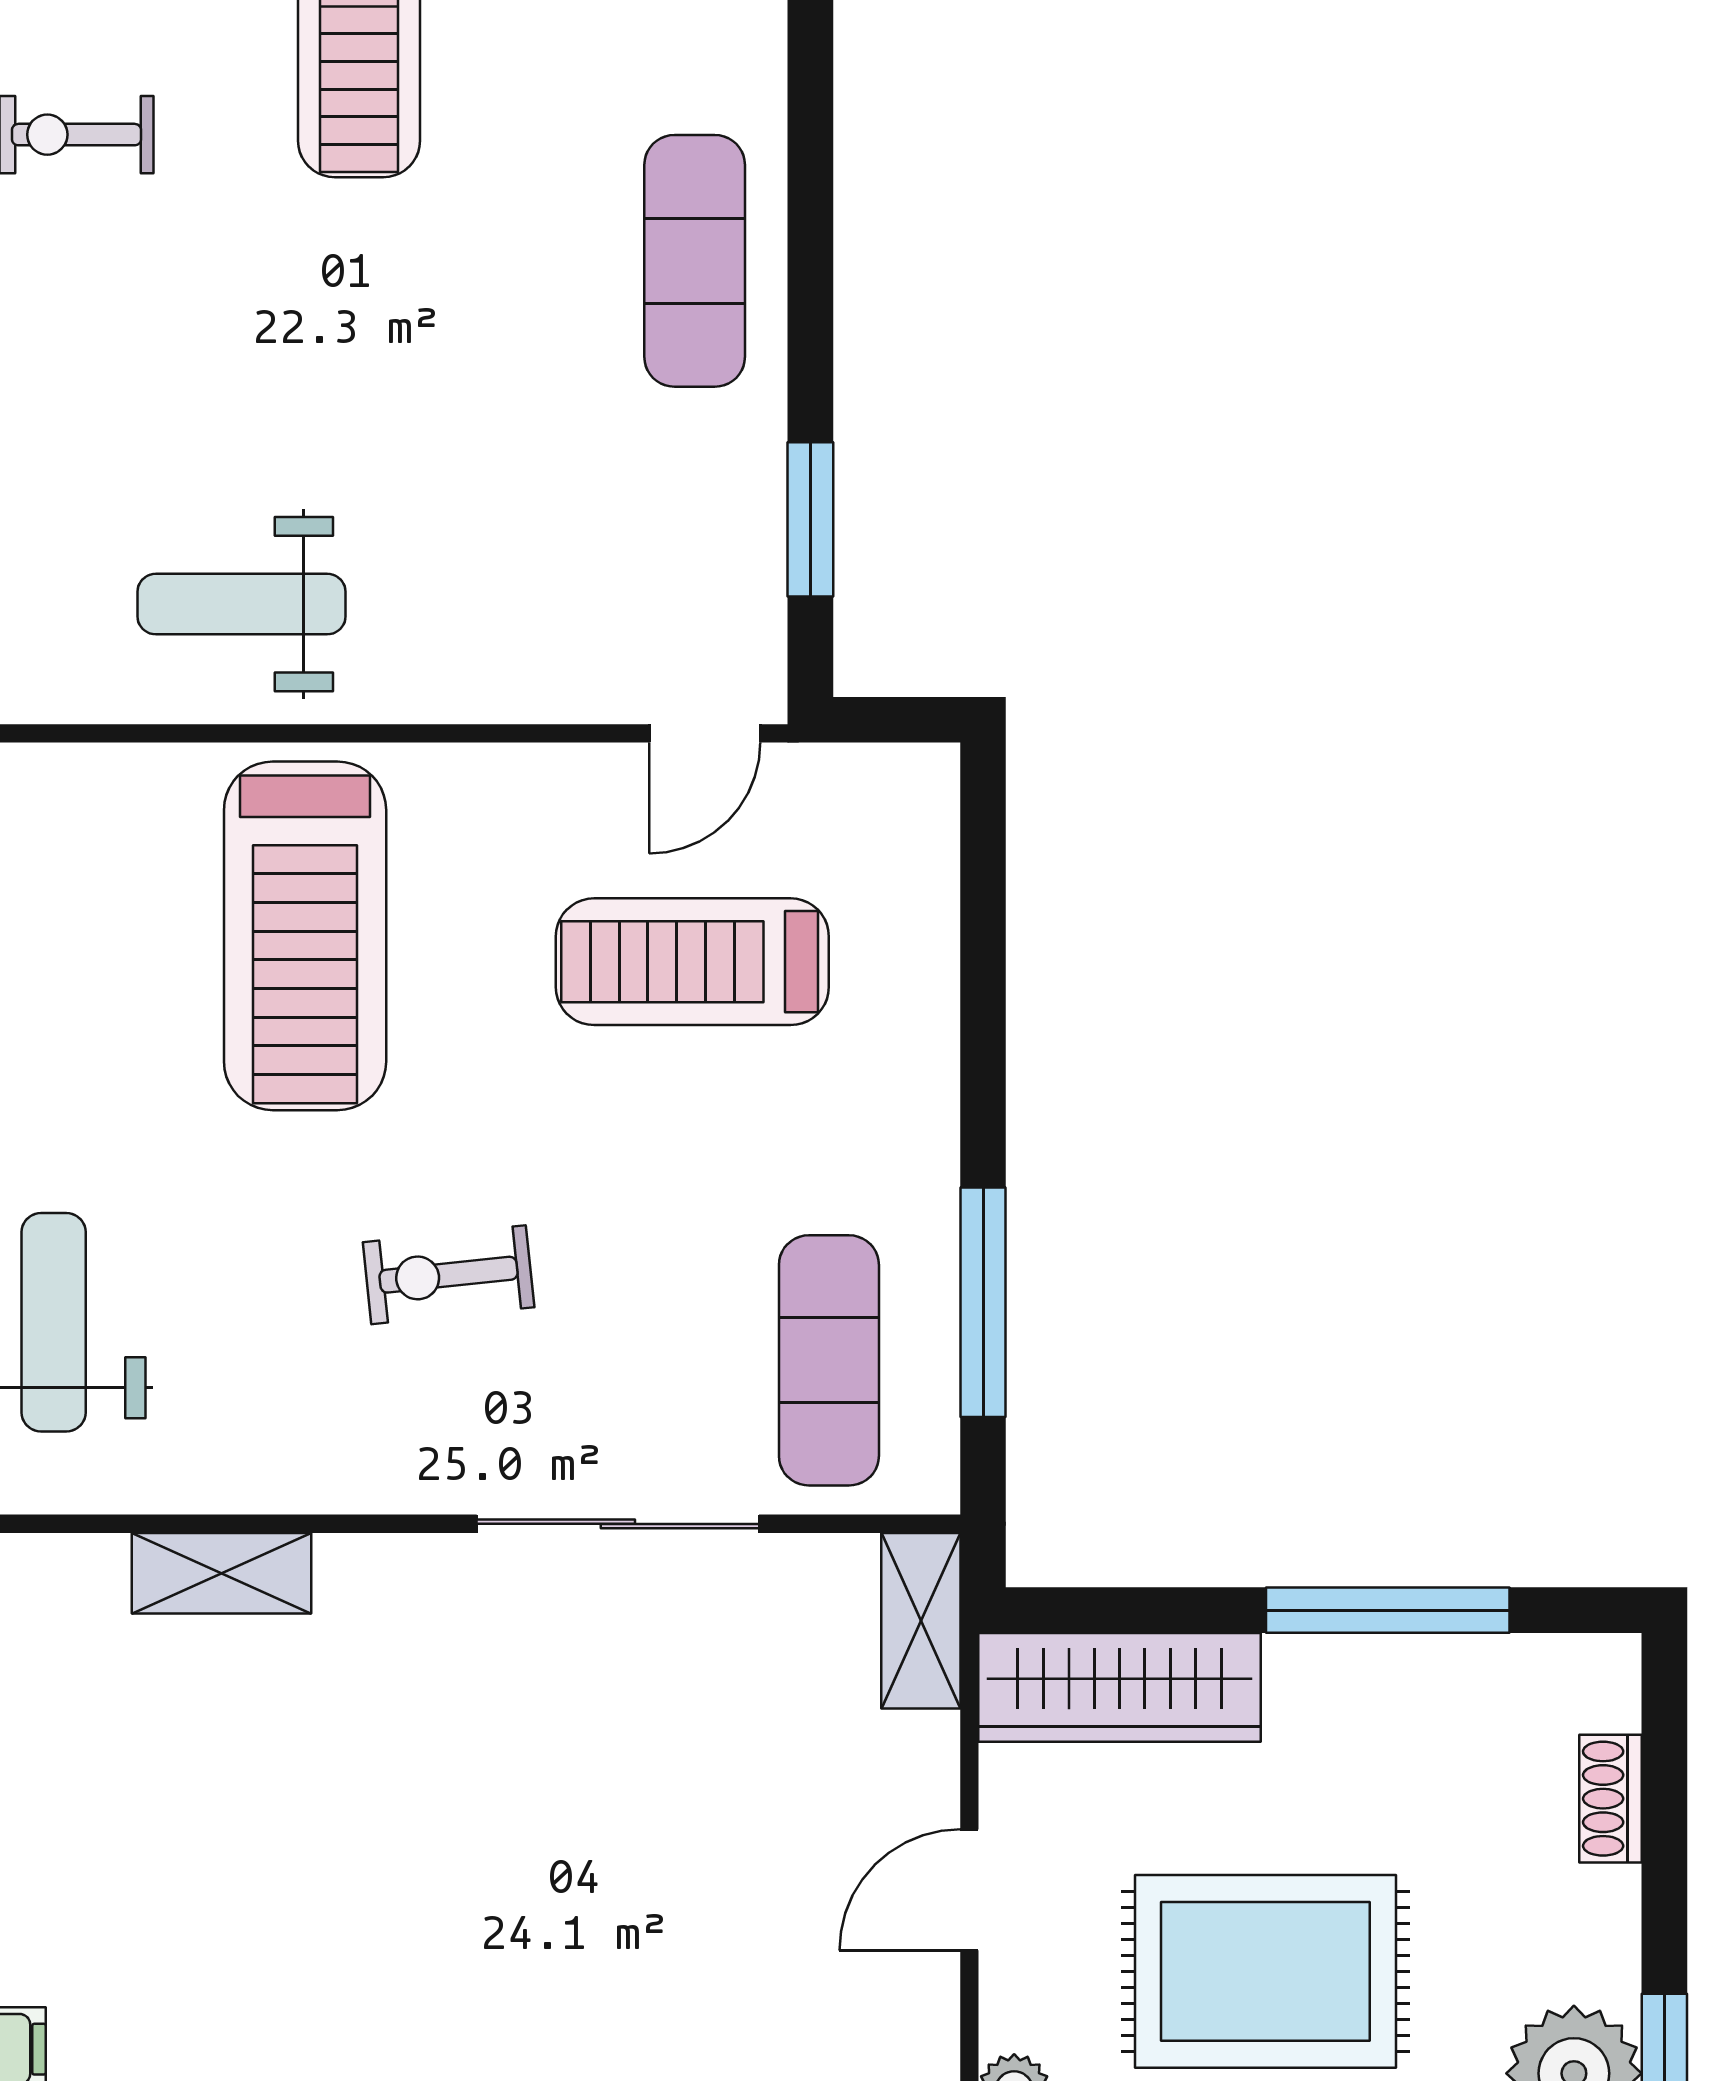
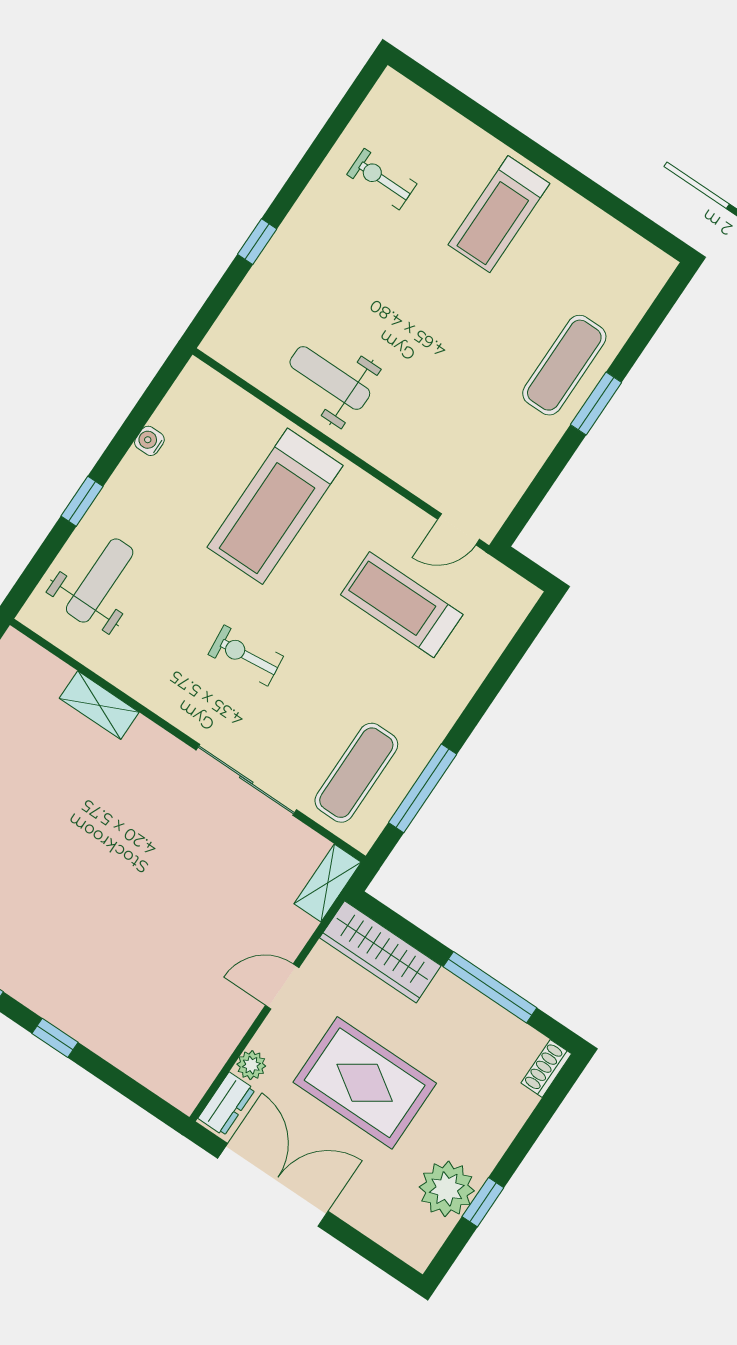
window: (810, 519) -> (596, 404), moved
shoe rack: (1611, 1799) -> (546, 1068), moved

